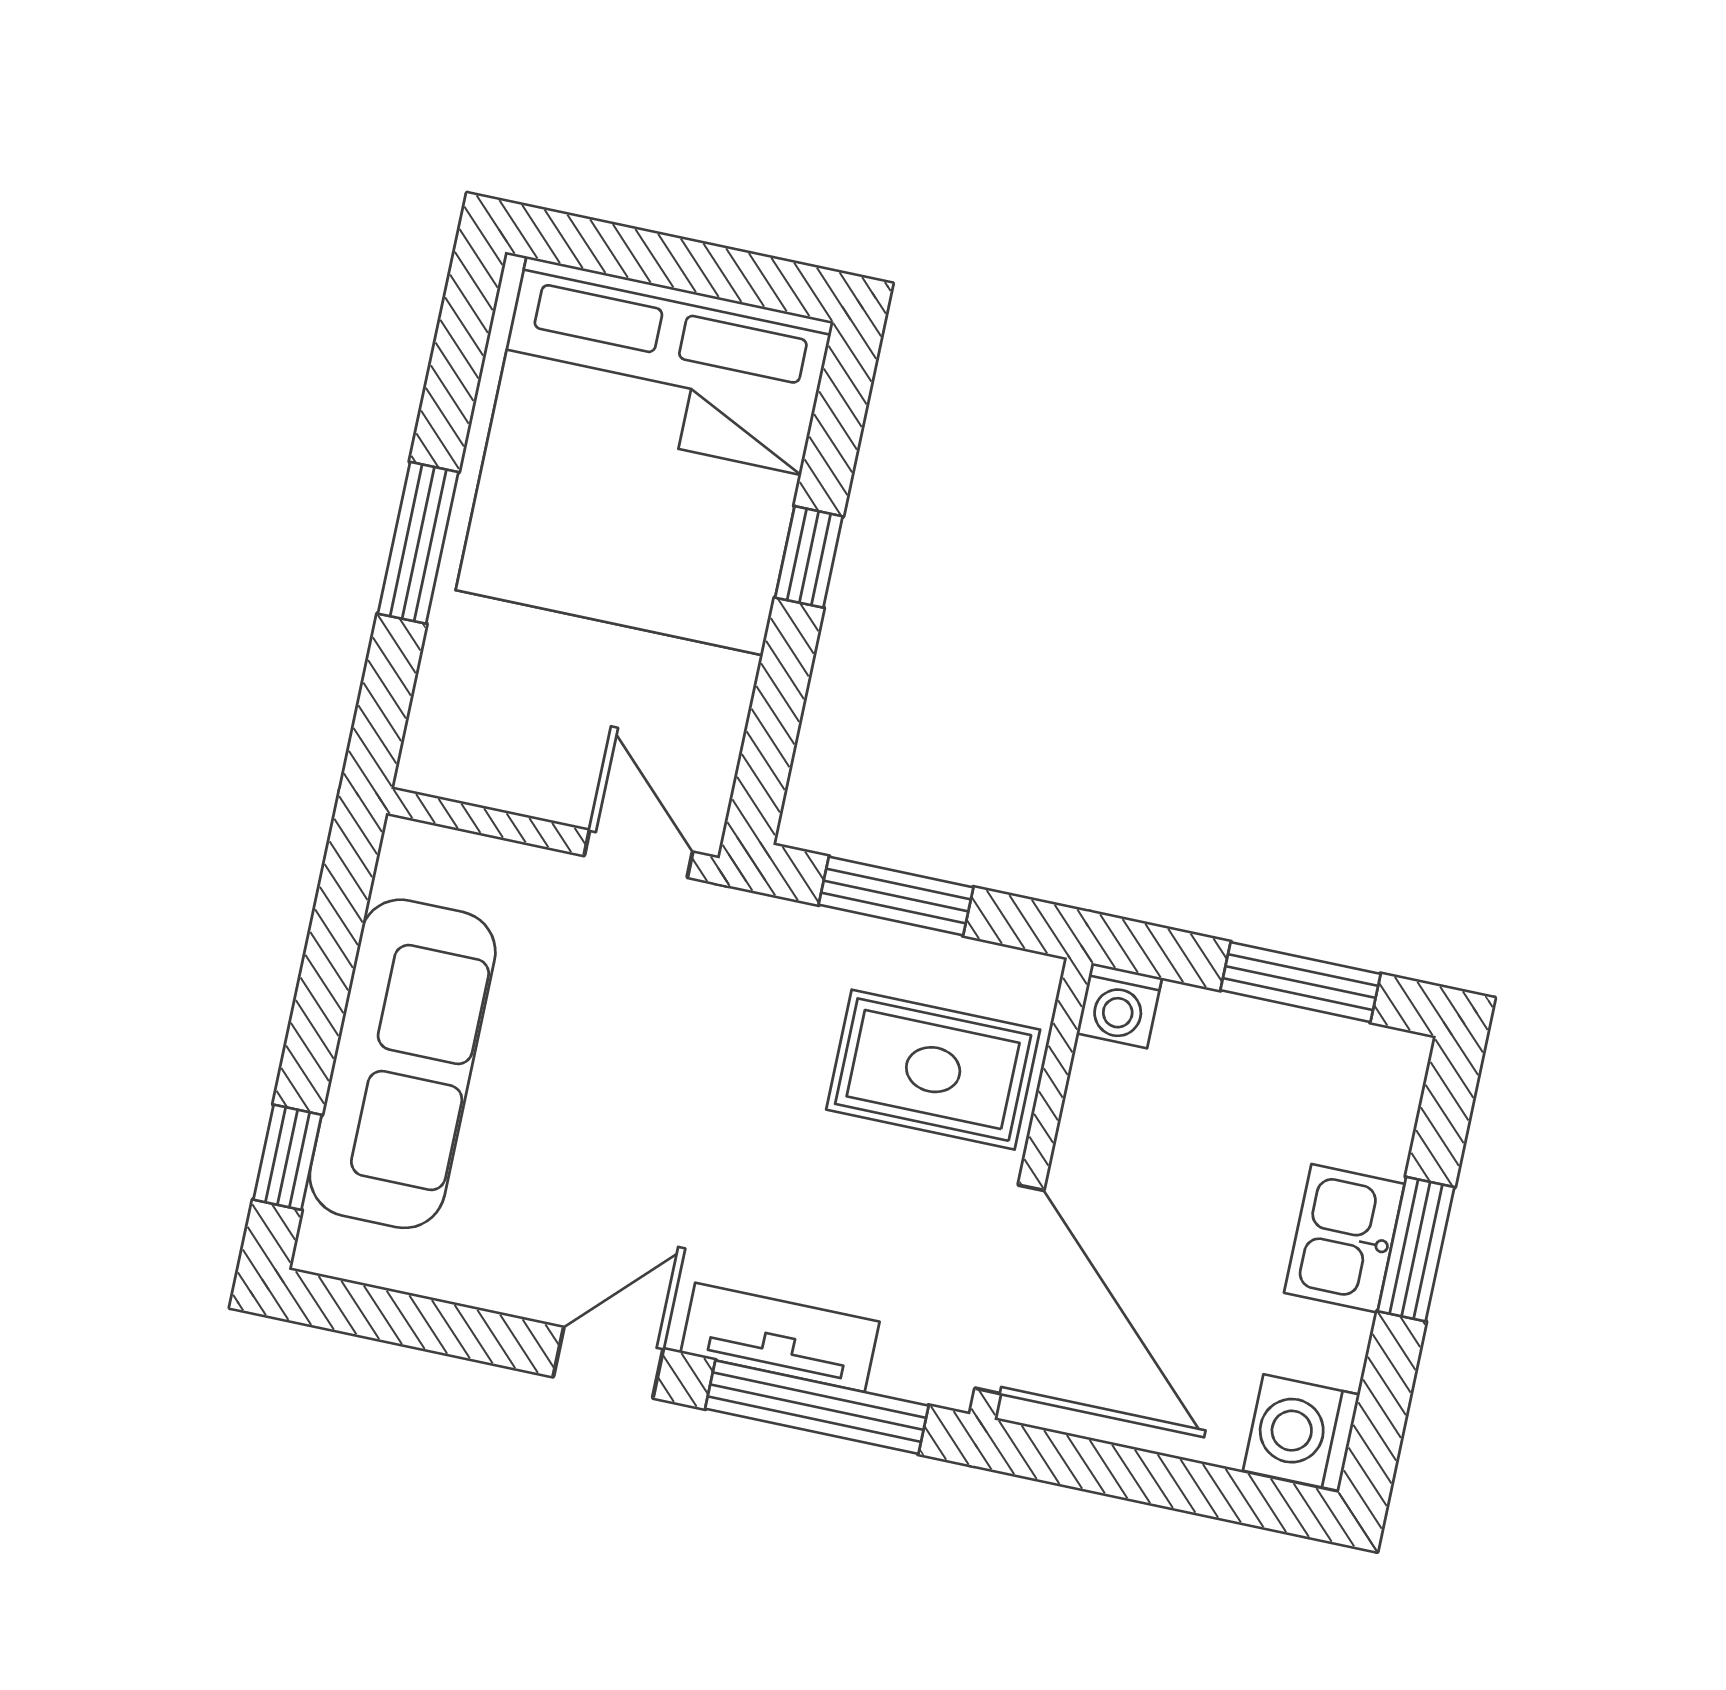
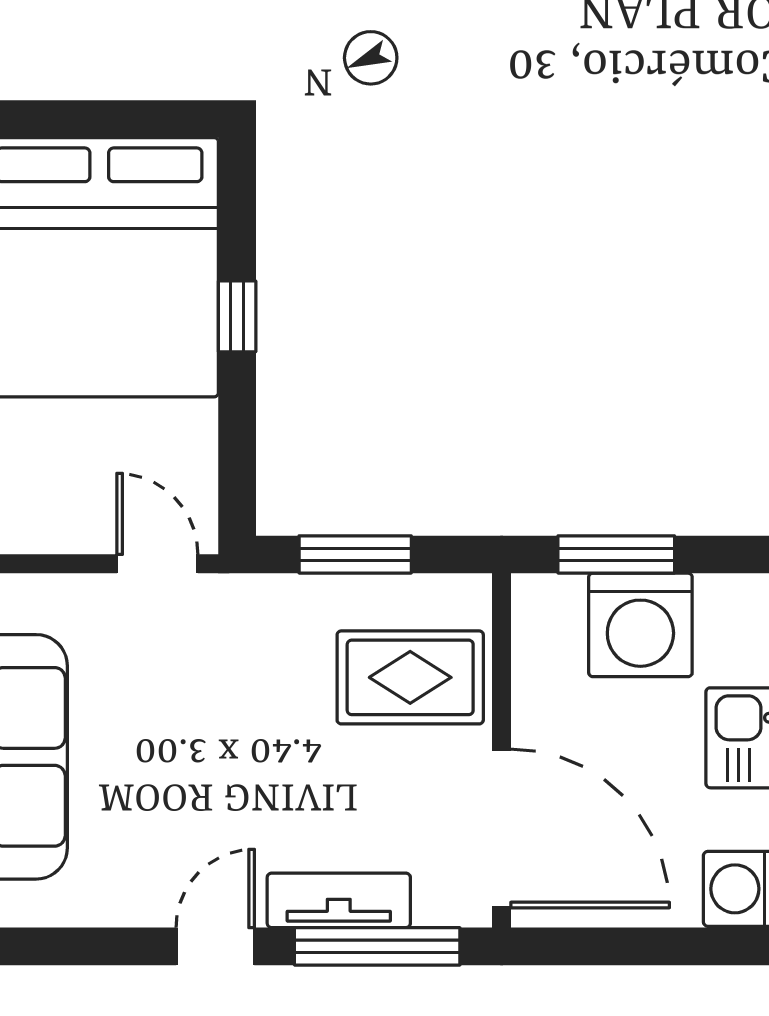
window: (1300, 982) -> (616, 554), moved
washing machine: (1119, 1006) -> (640, 625), moved, width x1.89, depth x1.89

